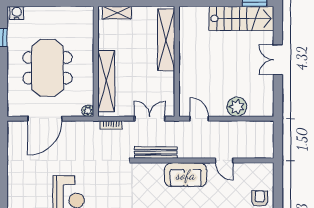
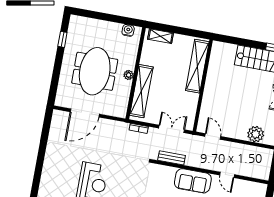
water cooler: (17, 13) -> (128, 30), moved
plant: (237, 107) -> (256, 134), moved
plant: (88, 111) -> (129, 75), moved
bench: (156, 152) -> (172, 158), width x0.73

